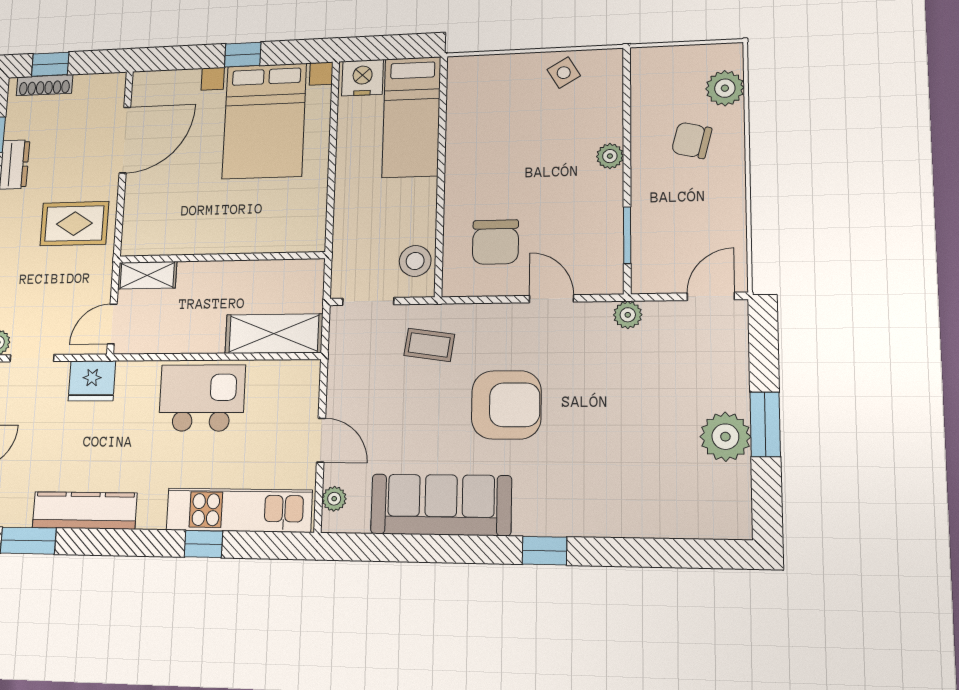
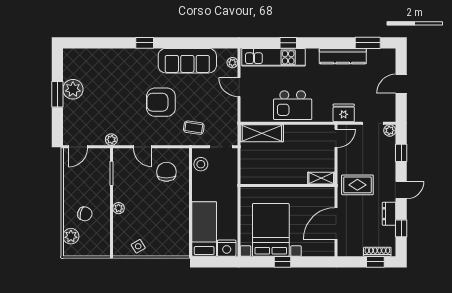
wall: (221, 257) -> (288, 186), moved
shelving: (147, 275) -> (321, 178), moved

